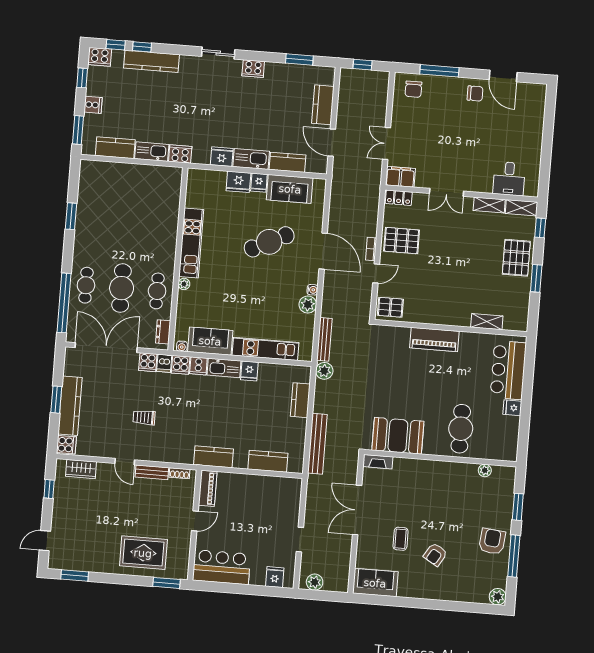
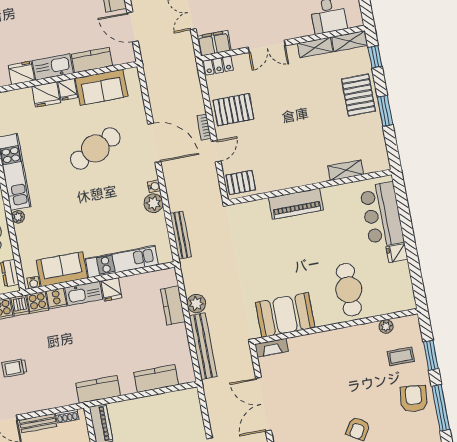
plant: (324, 371) -> (196, 304), moved
coffee table: (401, 539) -> (401, 356), moved, turned 90

